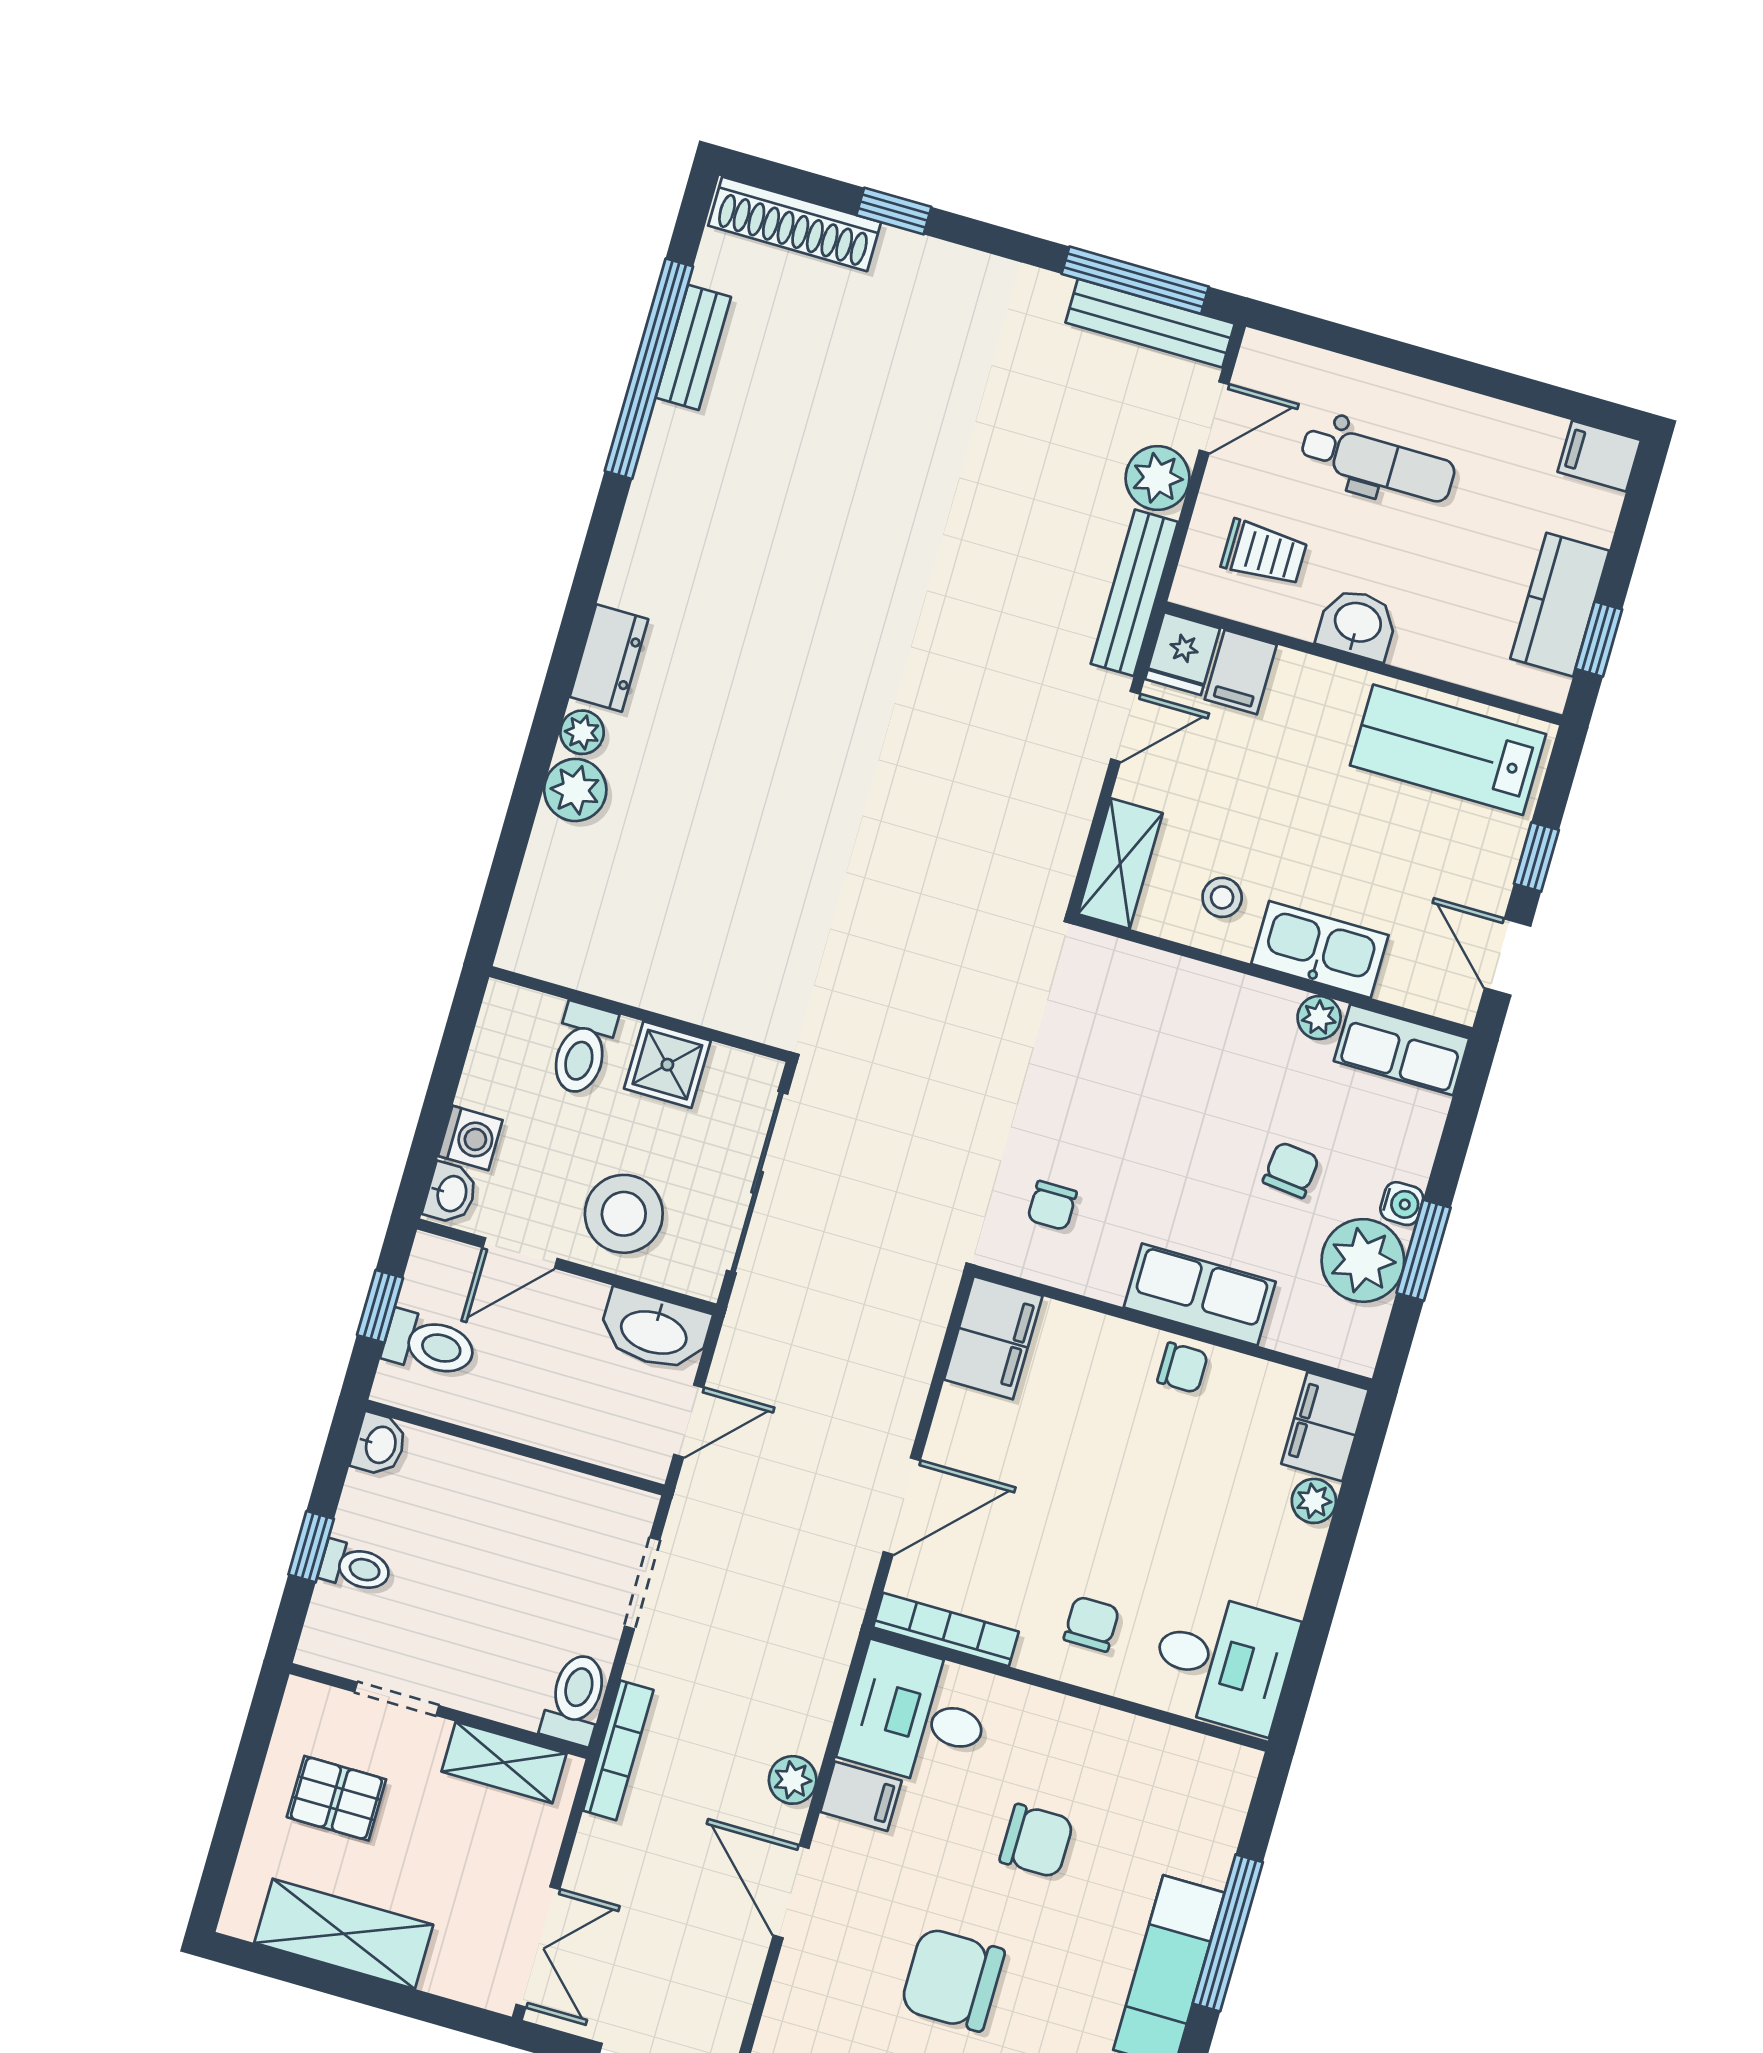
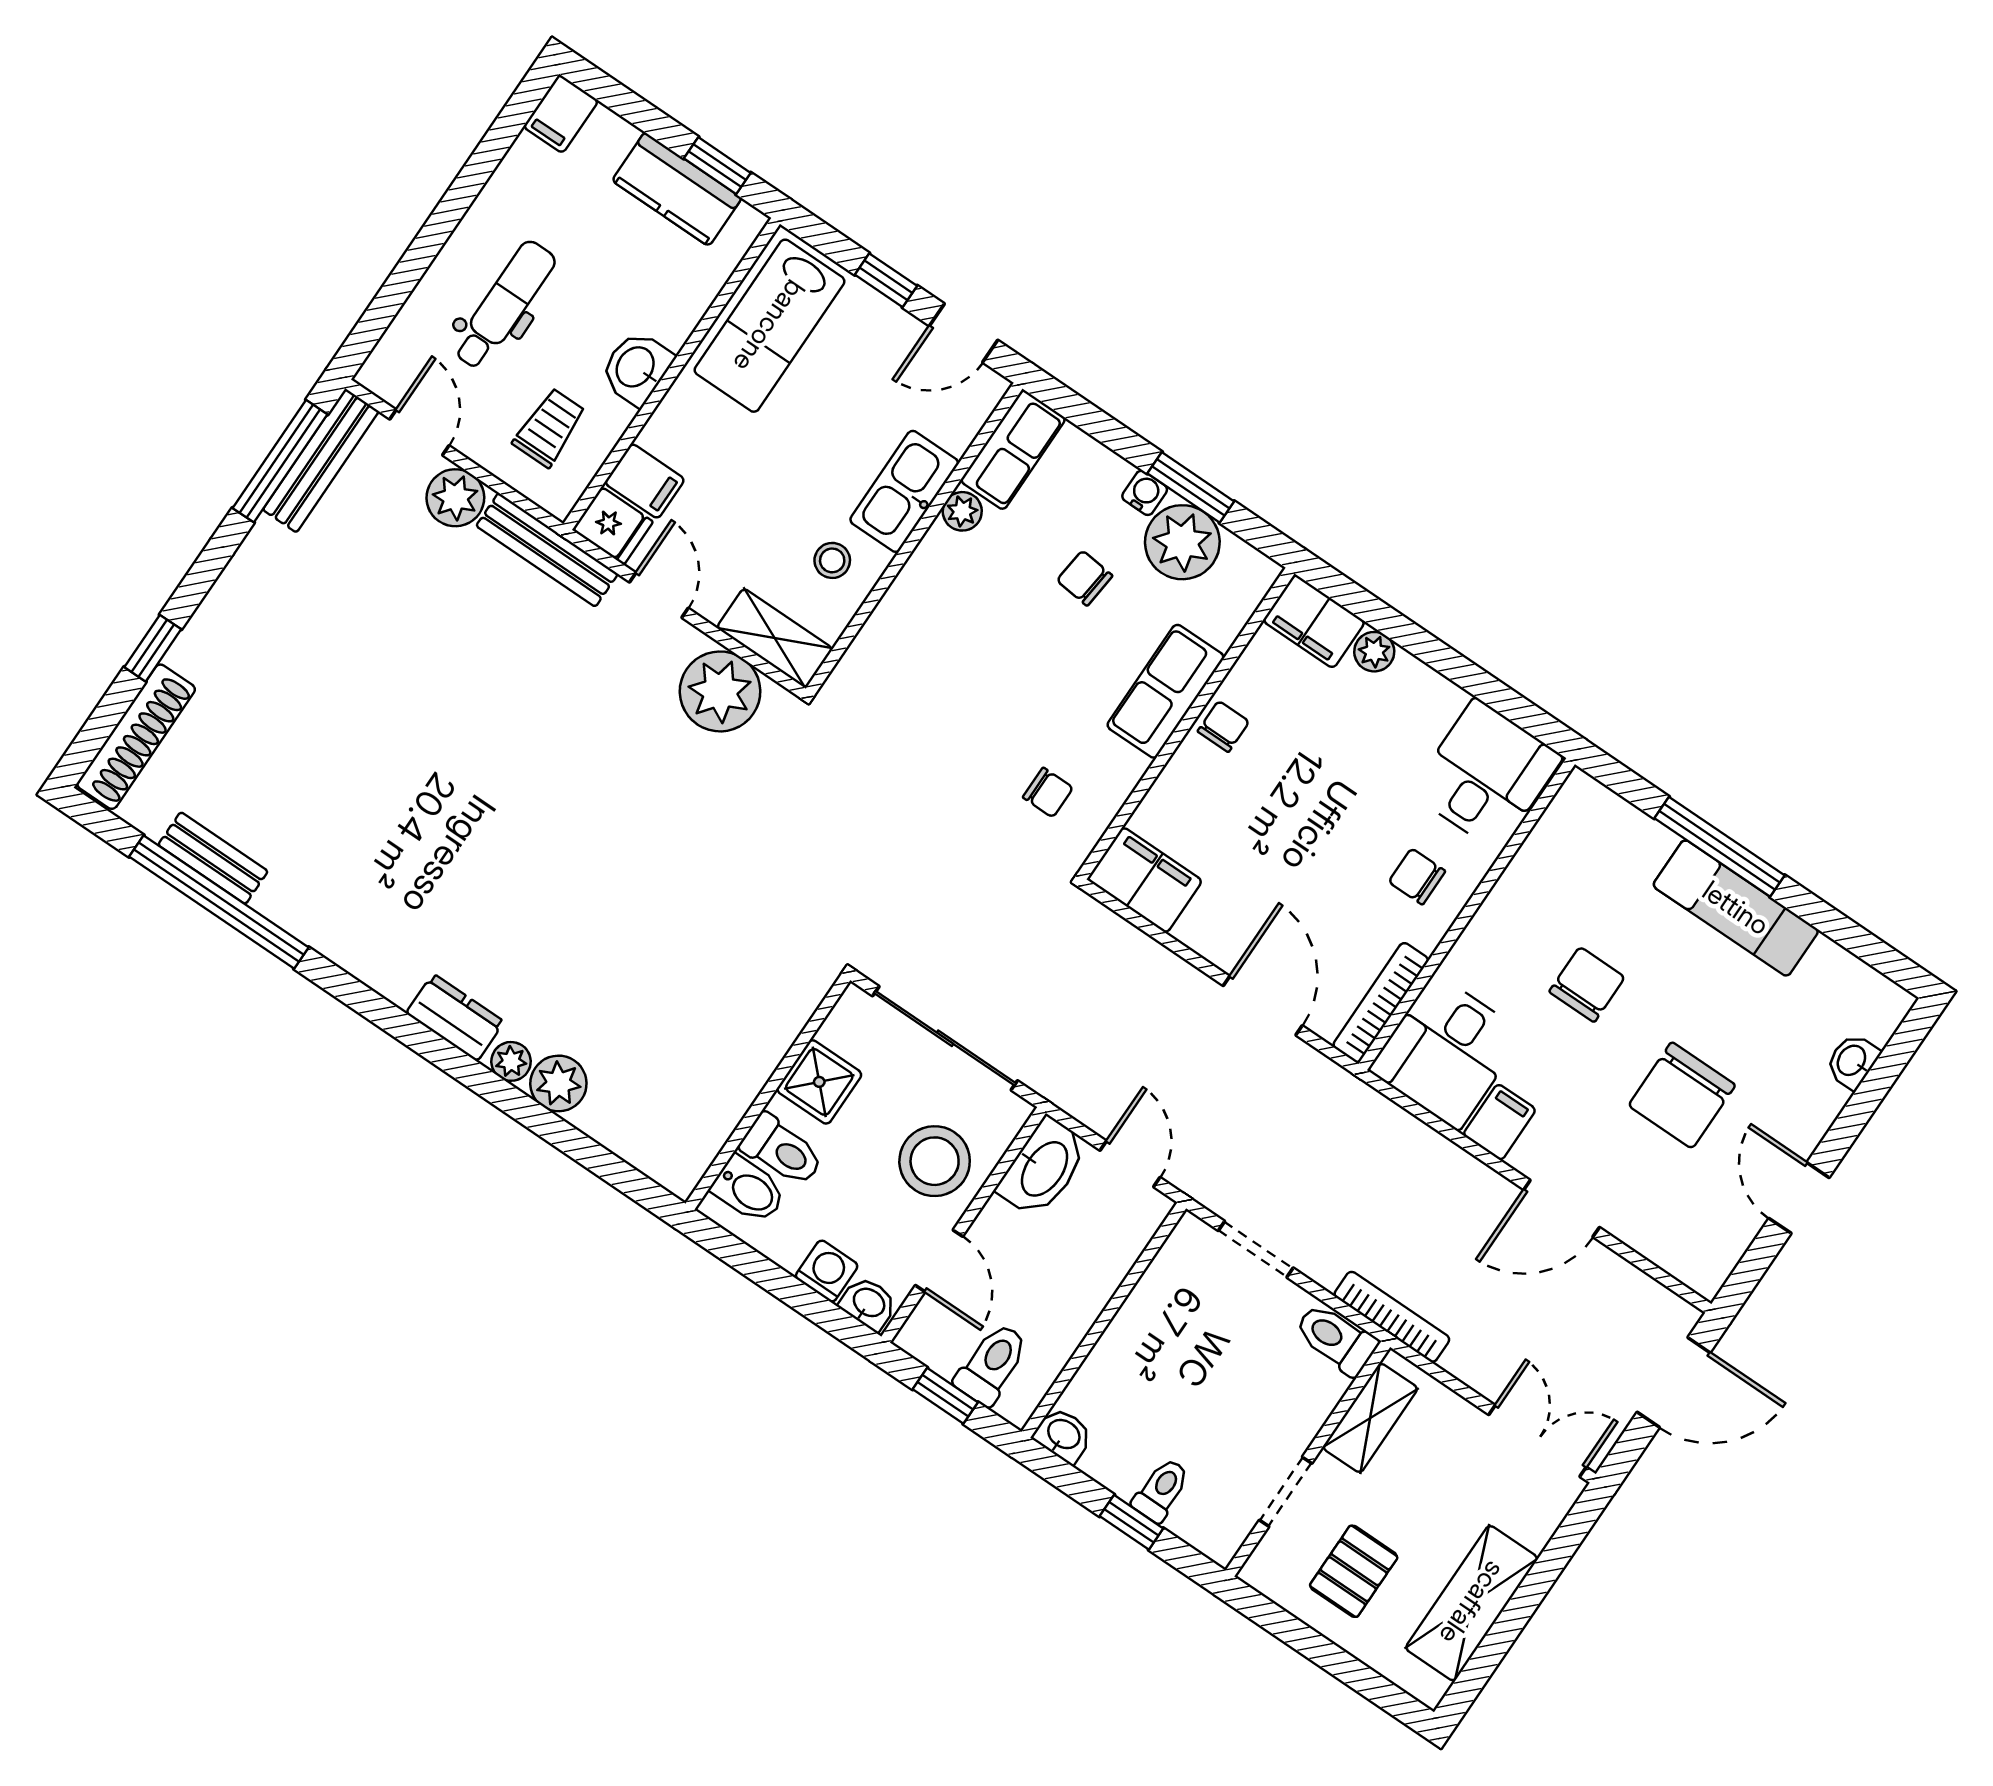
bidet: (529, 1028) -> (749, 1190), added
plant: (793, 1780) -> (720, 691), moved, width x1.87, depth x1.87

